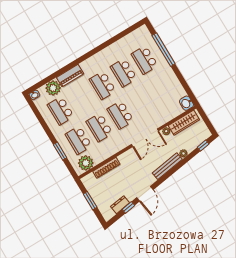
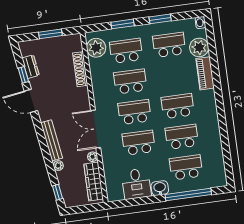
desk: (172, 91) -> (136, 184), added
school desk: (141, 102) -> (139, 143), added
washbasin: (186, 103) -> (160, 188), moved
window: (45, 125) -> (160, 19), added

